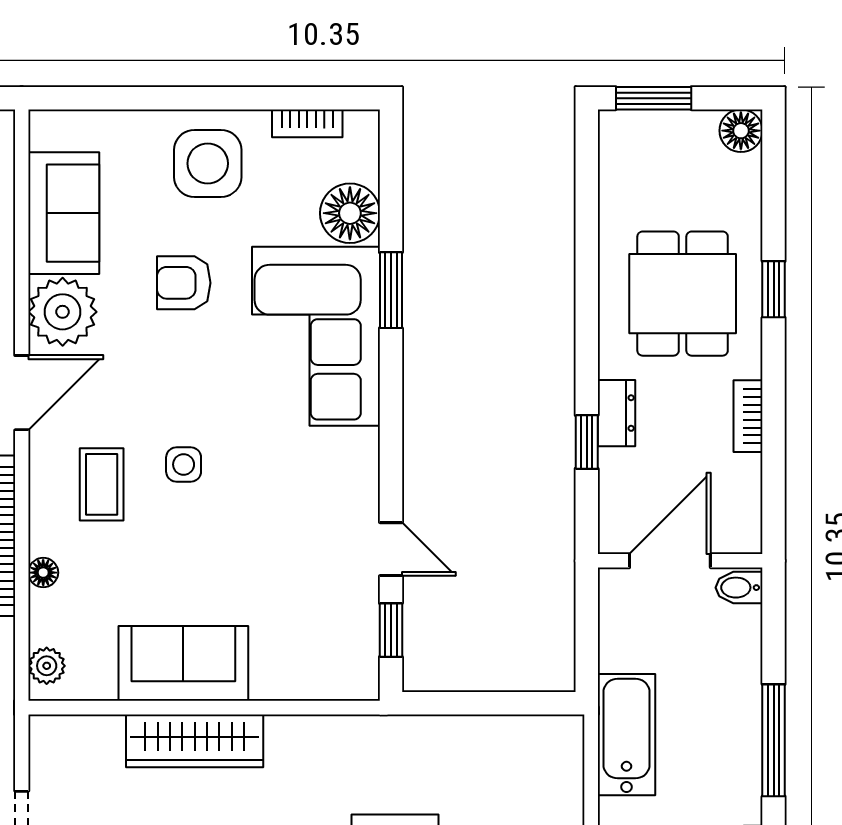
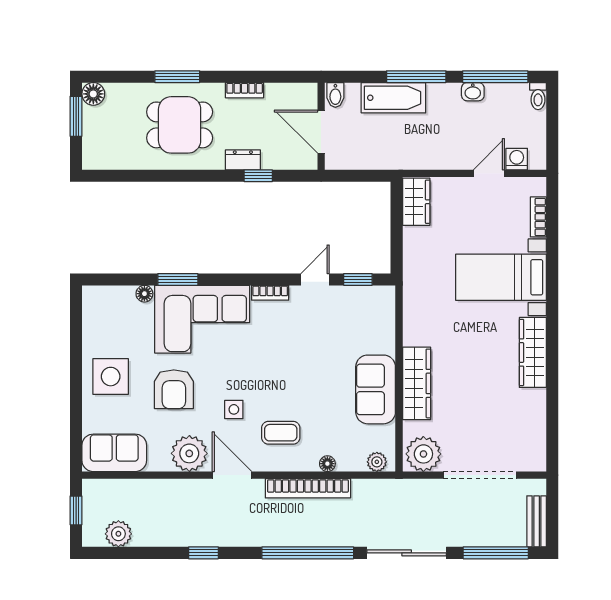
window: (654, 98) -> (76, 116), moved
bookcase: (307, 123) -> (270, 293), moved, turned 90
sofa: (64, 213) -> (114, 453), moved
floor lamp: (350, 213) -> (144, 294), width x0.53, depth x0.53
armchair: (184, 283) -> (174, 389), width x1.38, depth x1.38
window: (774, 289) -> (177, 77), width x1.50
side table: (184, 464) -> (234, 409), moved
bathtub: (627, 735) -> (393, 98), moved, turned 180
wardrobe: (538, 740) -> (416, 202), added
plant: (62, 754) -> (423, 454), added

